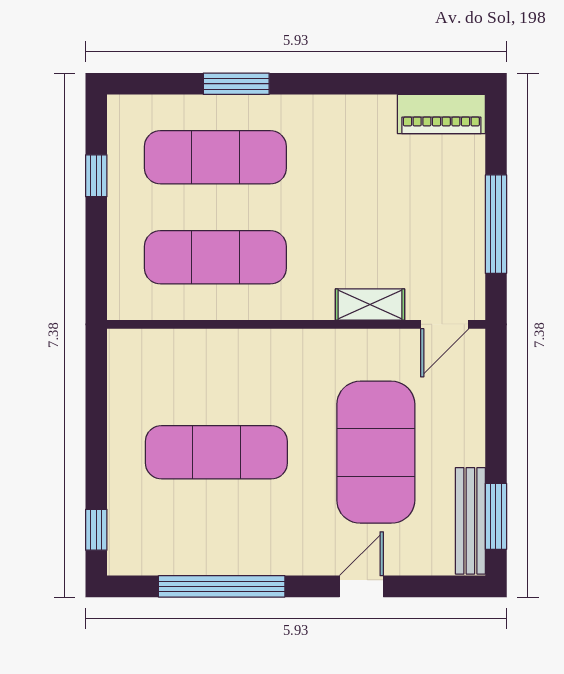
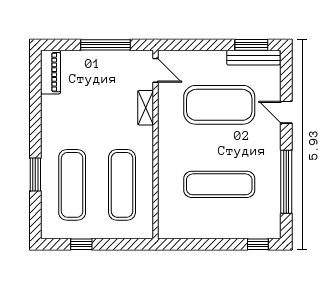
exercise mat: (216, 452) -> (219, 184), turned 90

